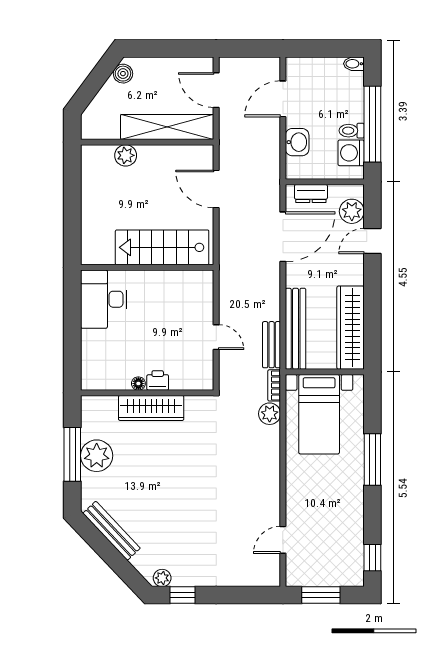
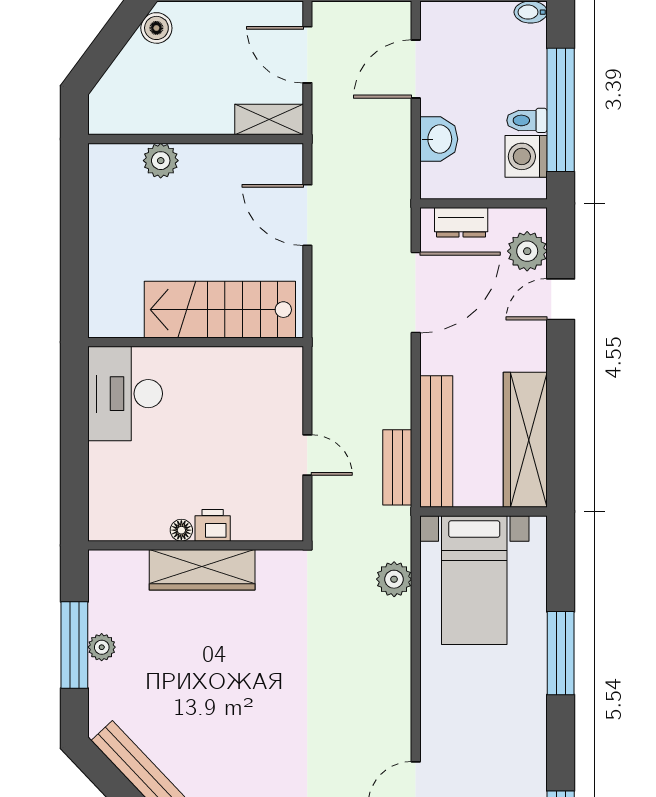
shelving: (167, 127) -> (269, 120), width x0.45, depth x0.75
bookcase: (274, 385) -> (401, 533), removed
plant: (97, 456) -> (102, 647), width x0.53, depth x0.53

